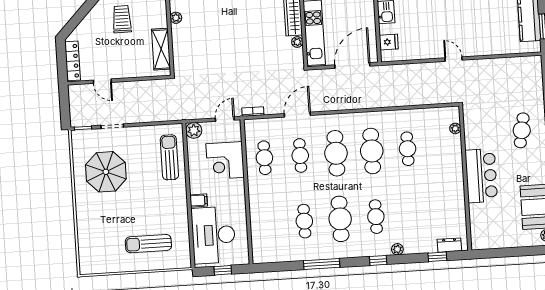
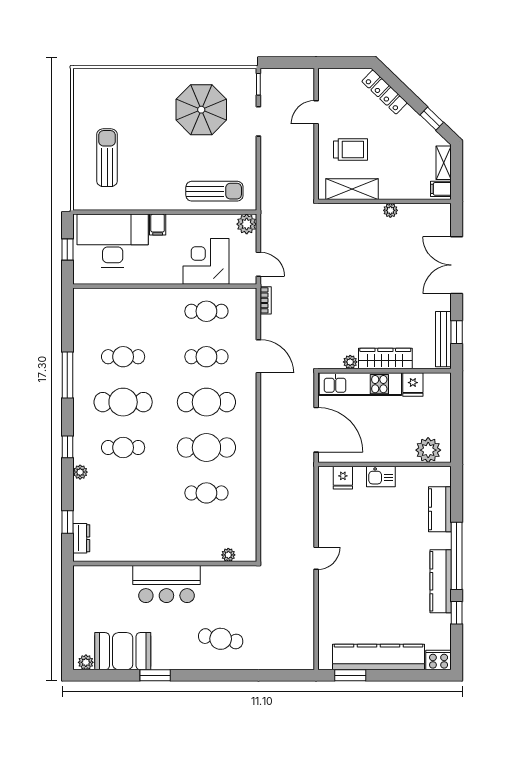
trolley: (122, 19) -> (350, 149), moved
locker: (73, 61) -> (385, 92), moved, turned 44

